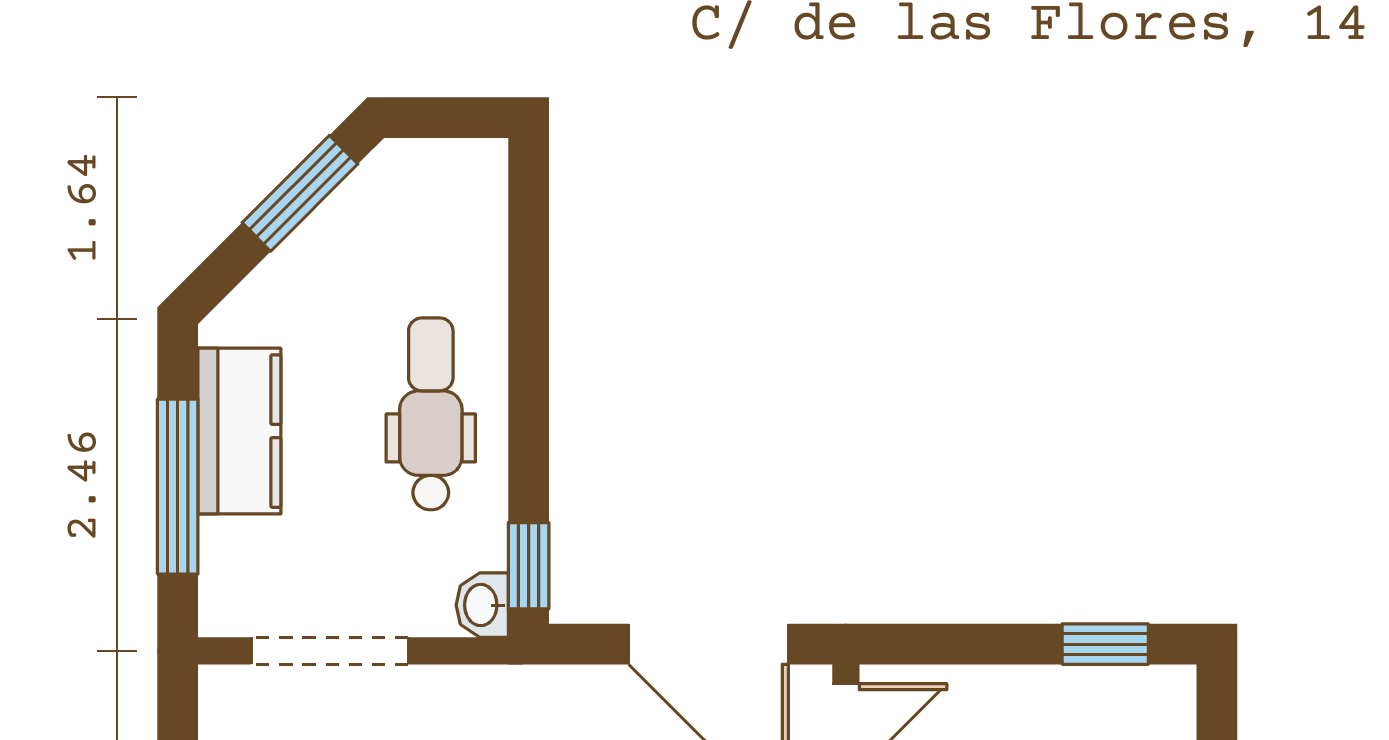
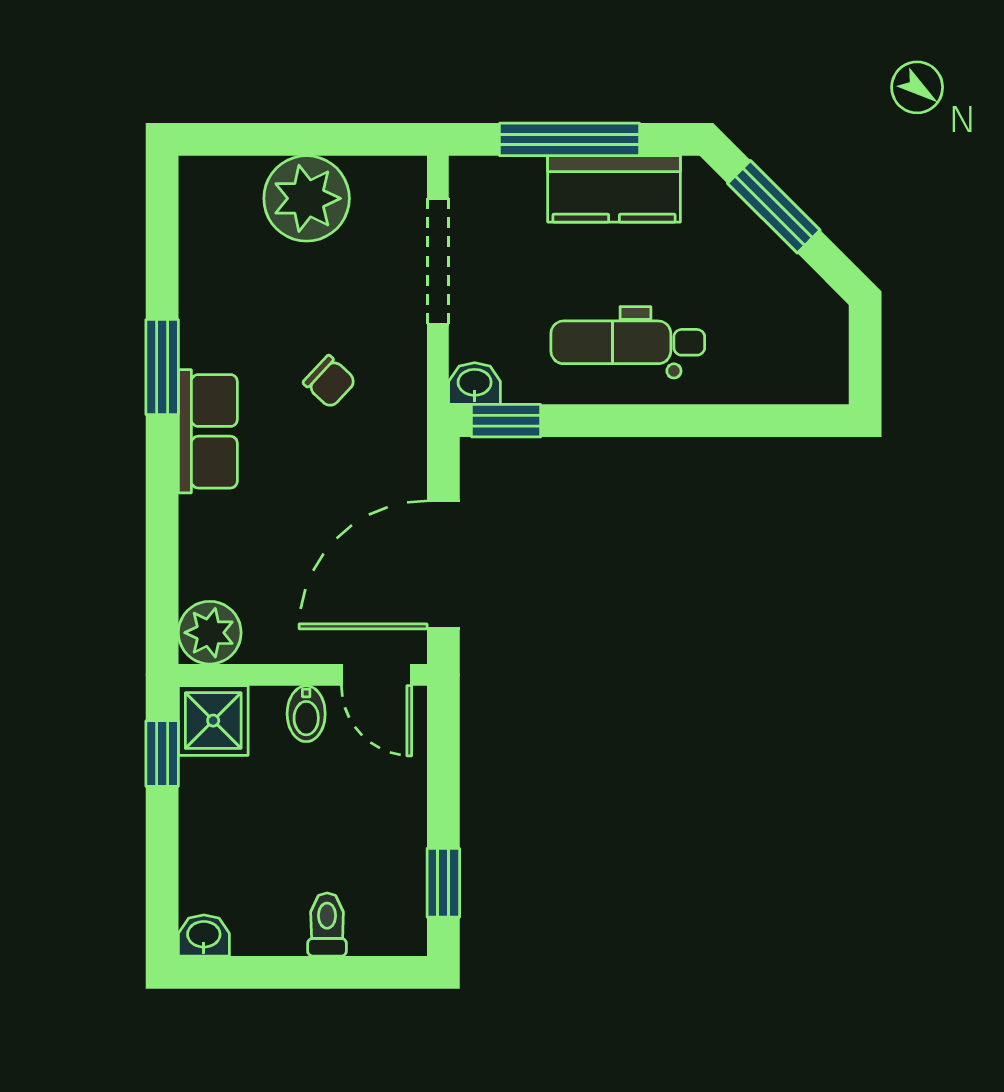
window: (300, 193) -> (774, 207), moved
dental chair: (431, 414) -> (628, 342), turned 180

